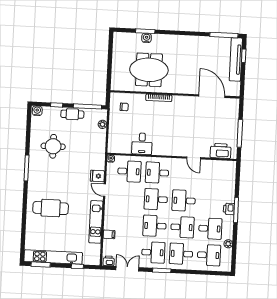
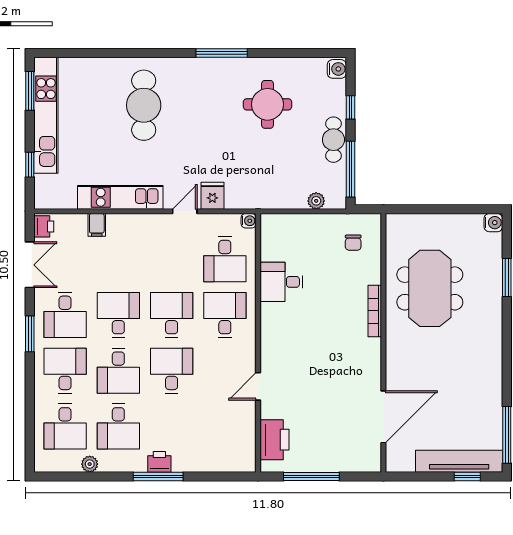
water cooler: (147, 38) -> (493, 223), moved

